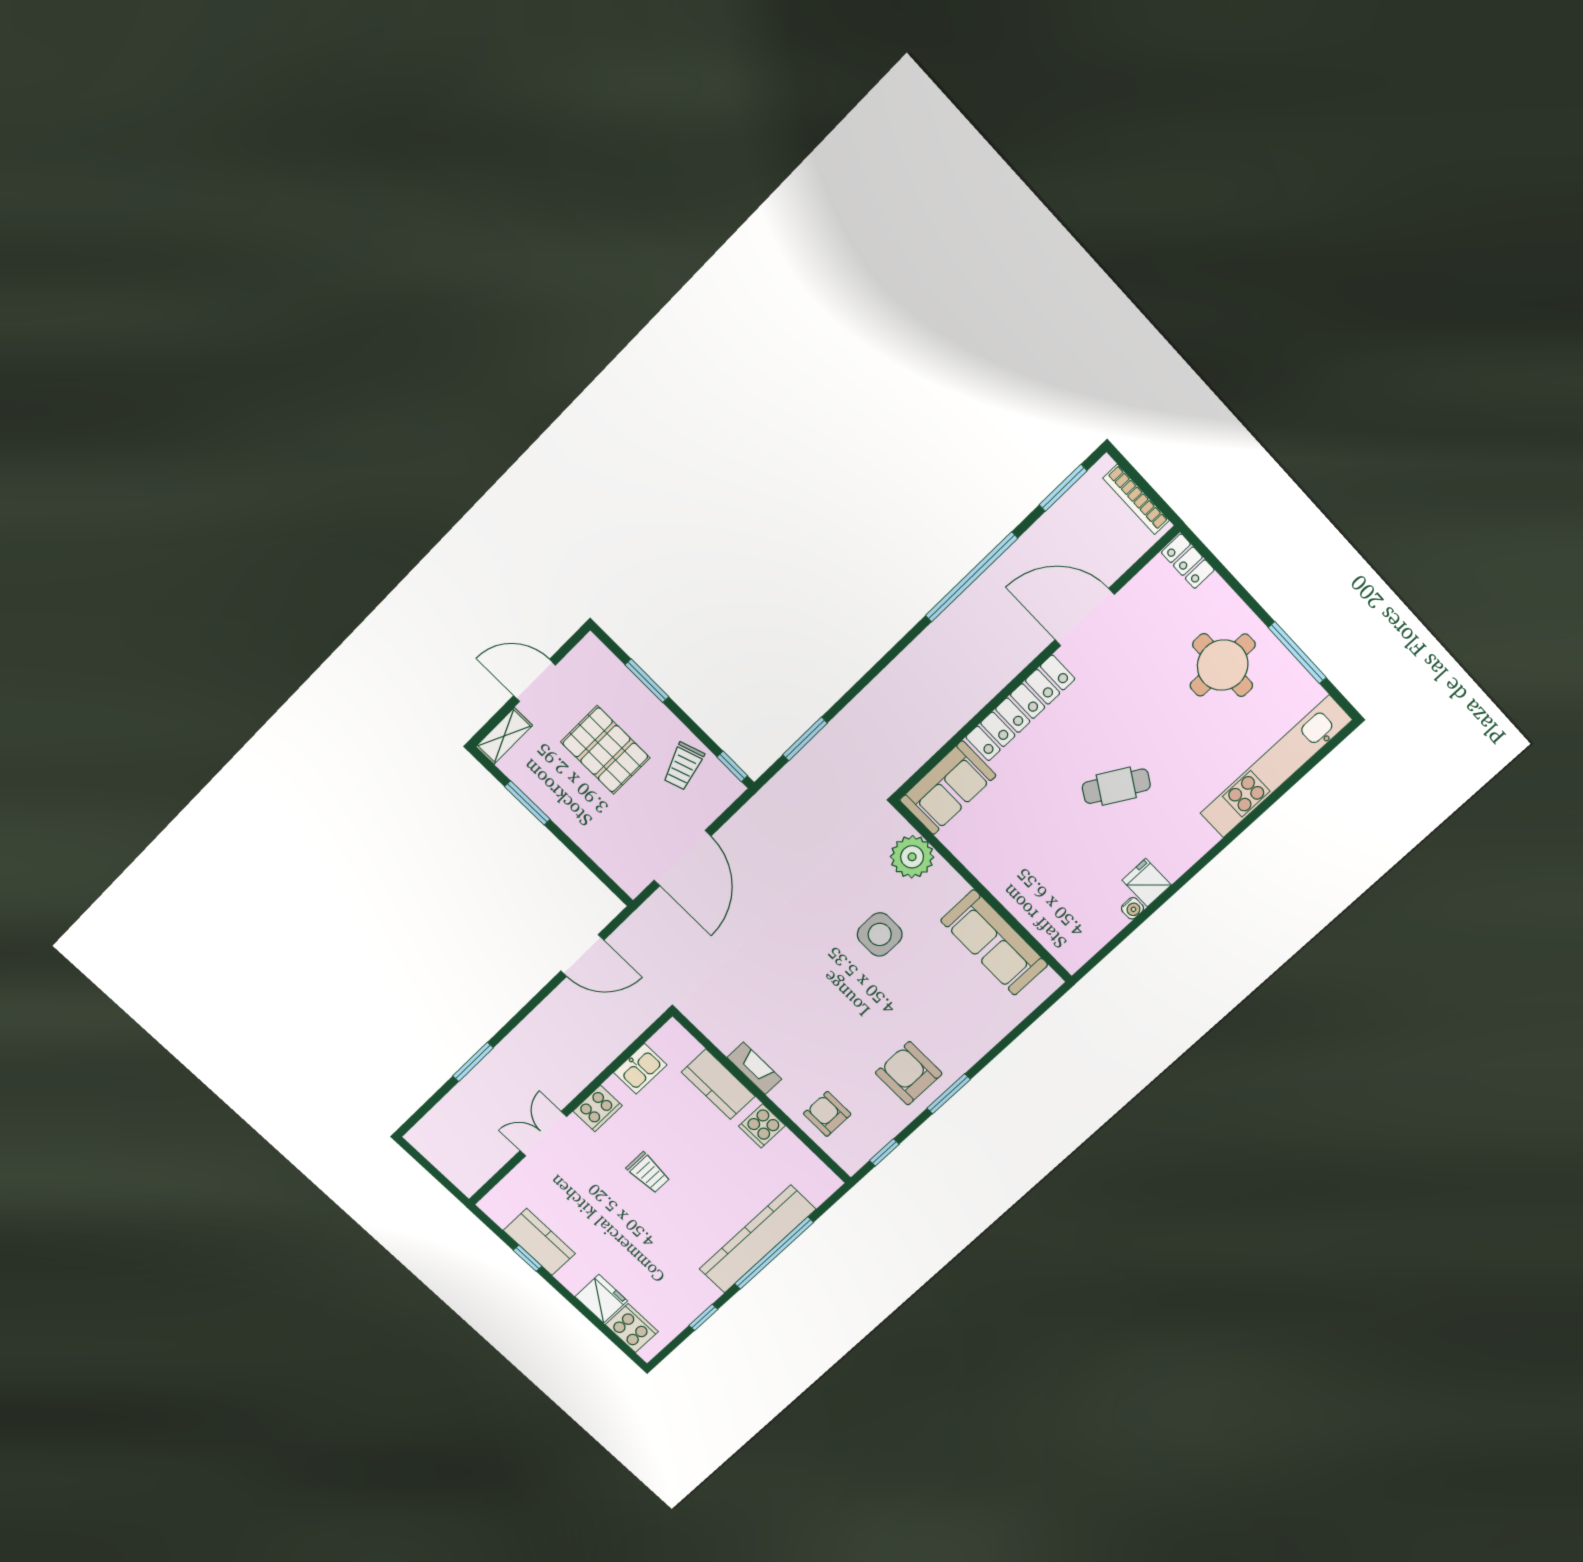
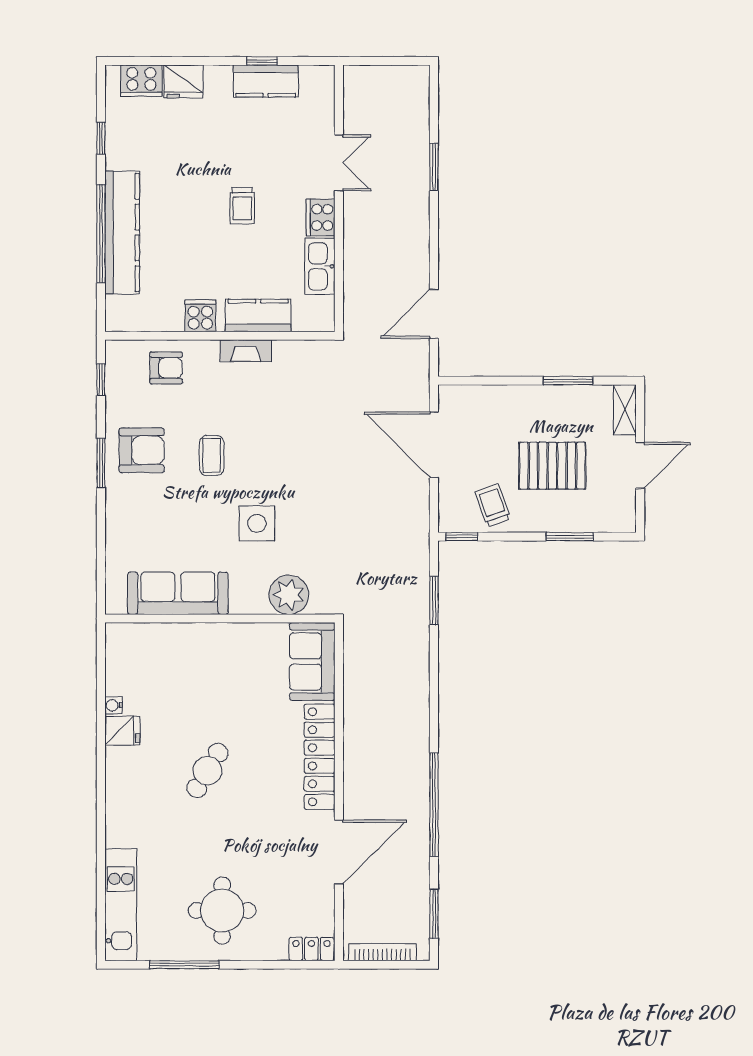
kitchen unit: (1276, 767) -> (121, 905), width x0.73
coffee table: (861, 1018) -> (212, 455), added
kitchen sink: (640, 1069) -> (320, 266), width x1.38
trolley: (648, 1173) -> (242, 206), turned -90

